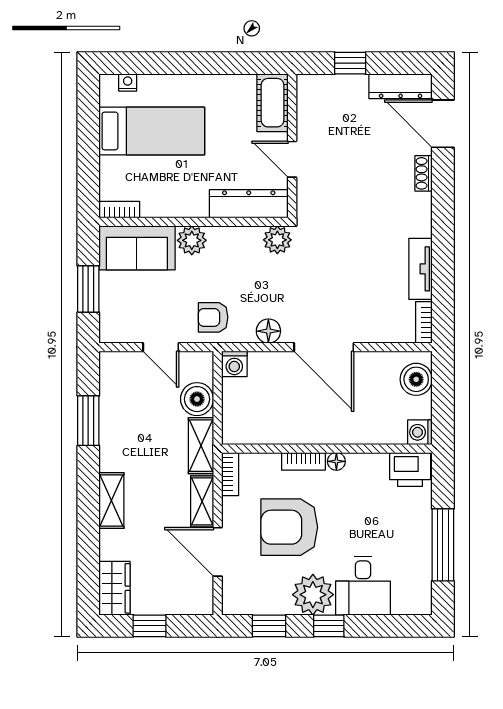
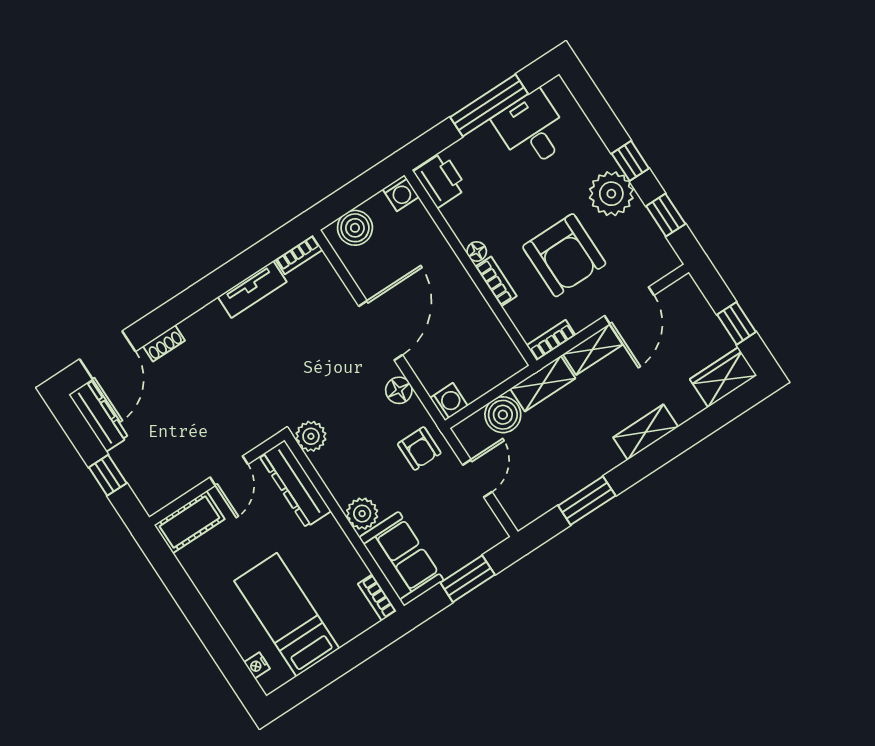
desk: (363, 586) -> (532, 129), moved, turned -90

